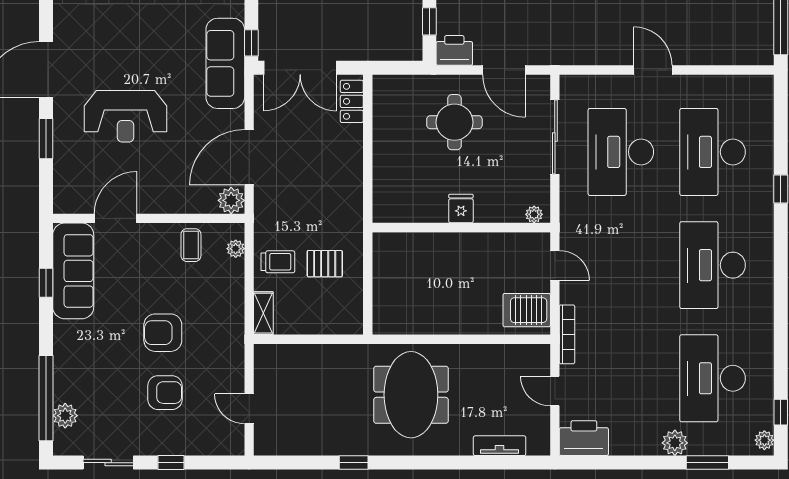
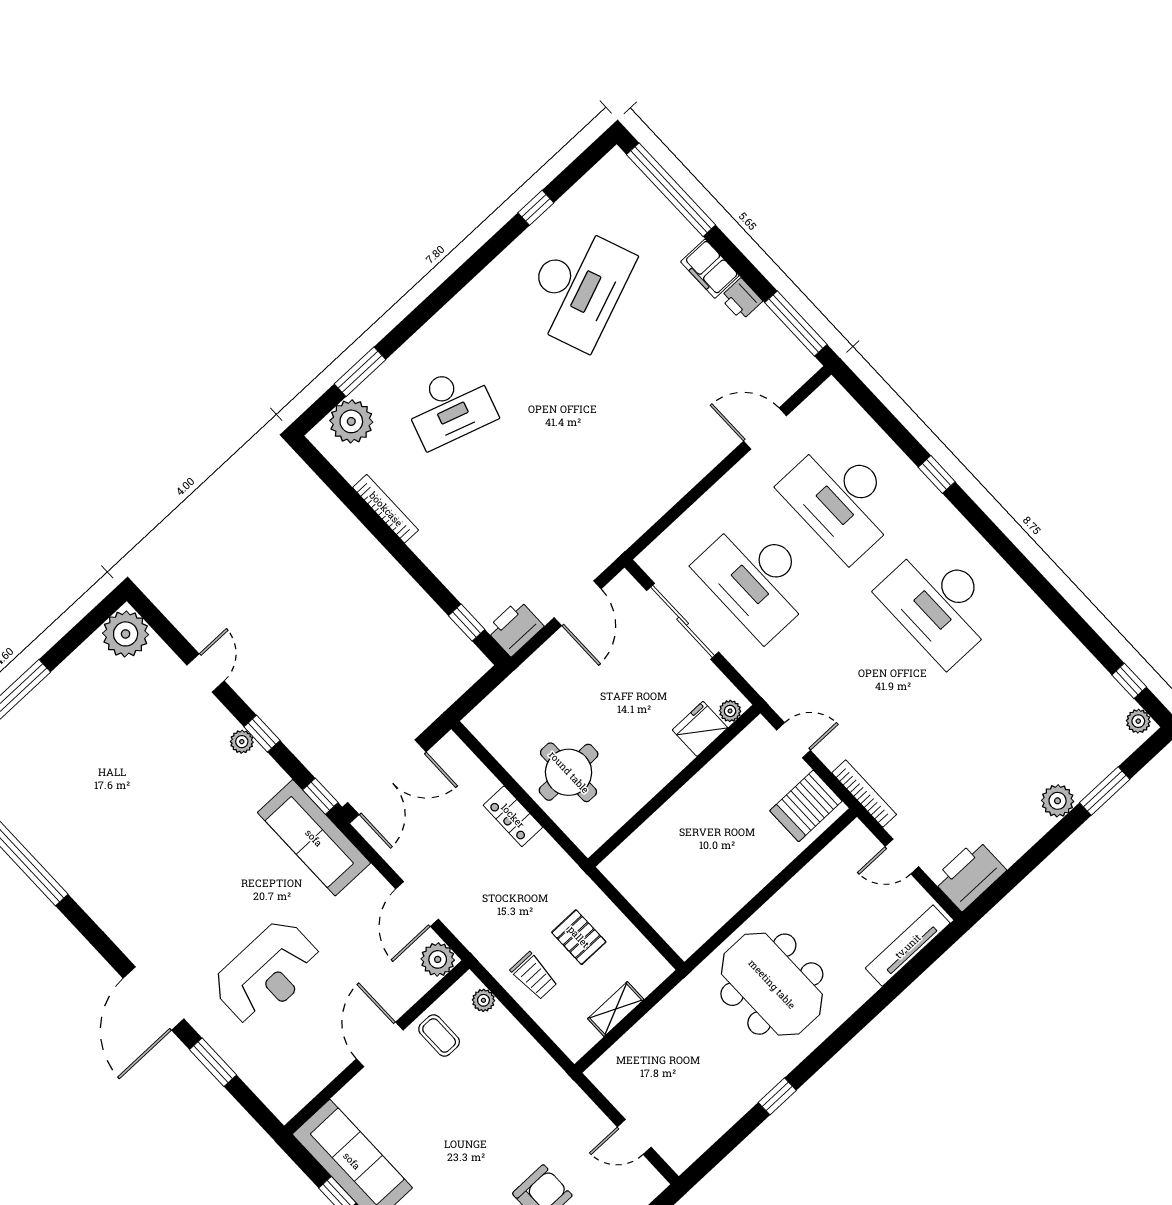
door: (504, 70) -> (578, 603), hinge flipped
door: (653, 70) -> (765, 429), moved
locker: (352, 101) -> (513, 816), moved
round table: (454, 122) -> (569, 772), moved
door: (249, 157) -> (417, 904), width x0.73
fridge: (461, 208) -> (700, 729), moved, width x1.38
door: (116, 218) -> (380, 1044), moved
trolley: (278, 262) -> (534, 976), turned 90
pallet: (325, 264) -> (579, 937), turned 90
shelving: (263, 313) -> (616, 1009), moved, turned 90
armchair: (163, 333) -> (489, 1141), removed
desk: (713, 378) -> (1037, 709), removed
tv unit: (500, 446) -> (908, 946), width x1.41

